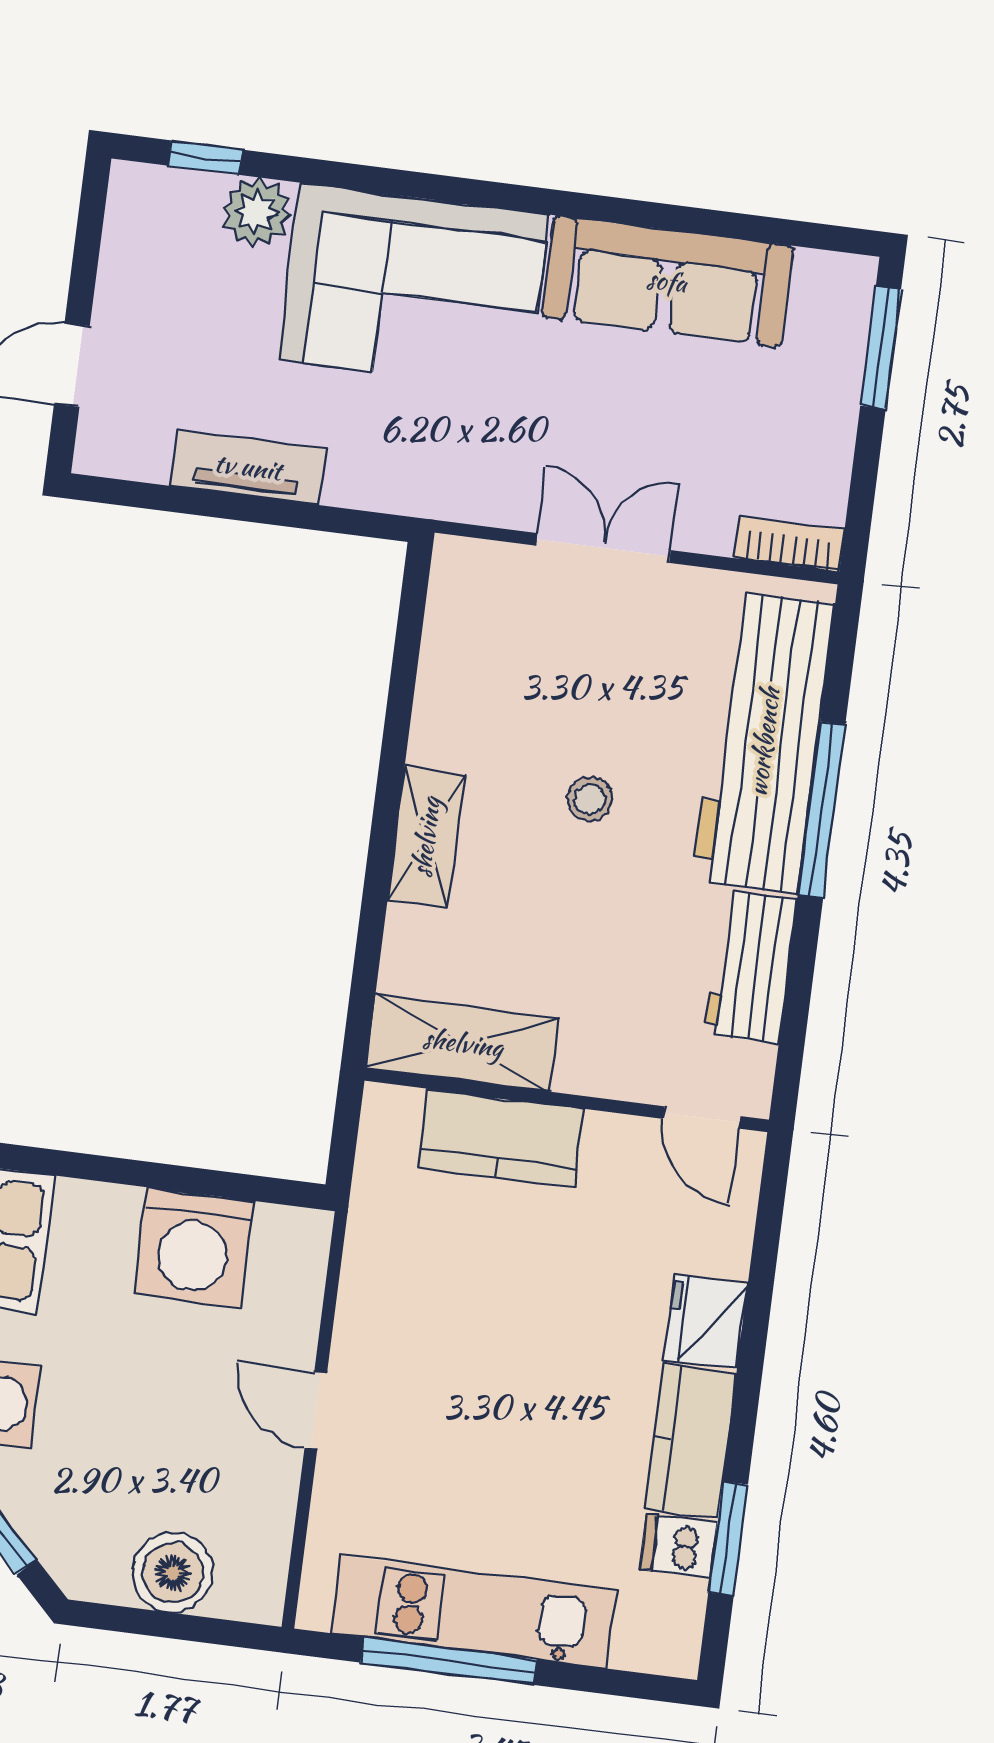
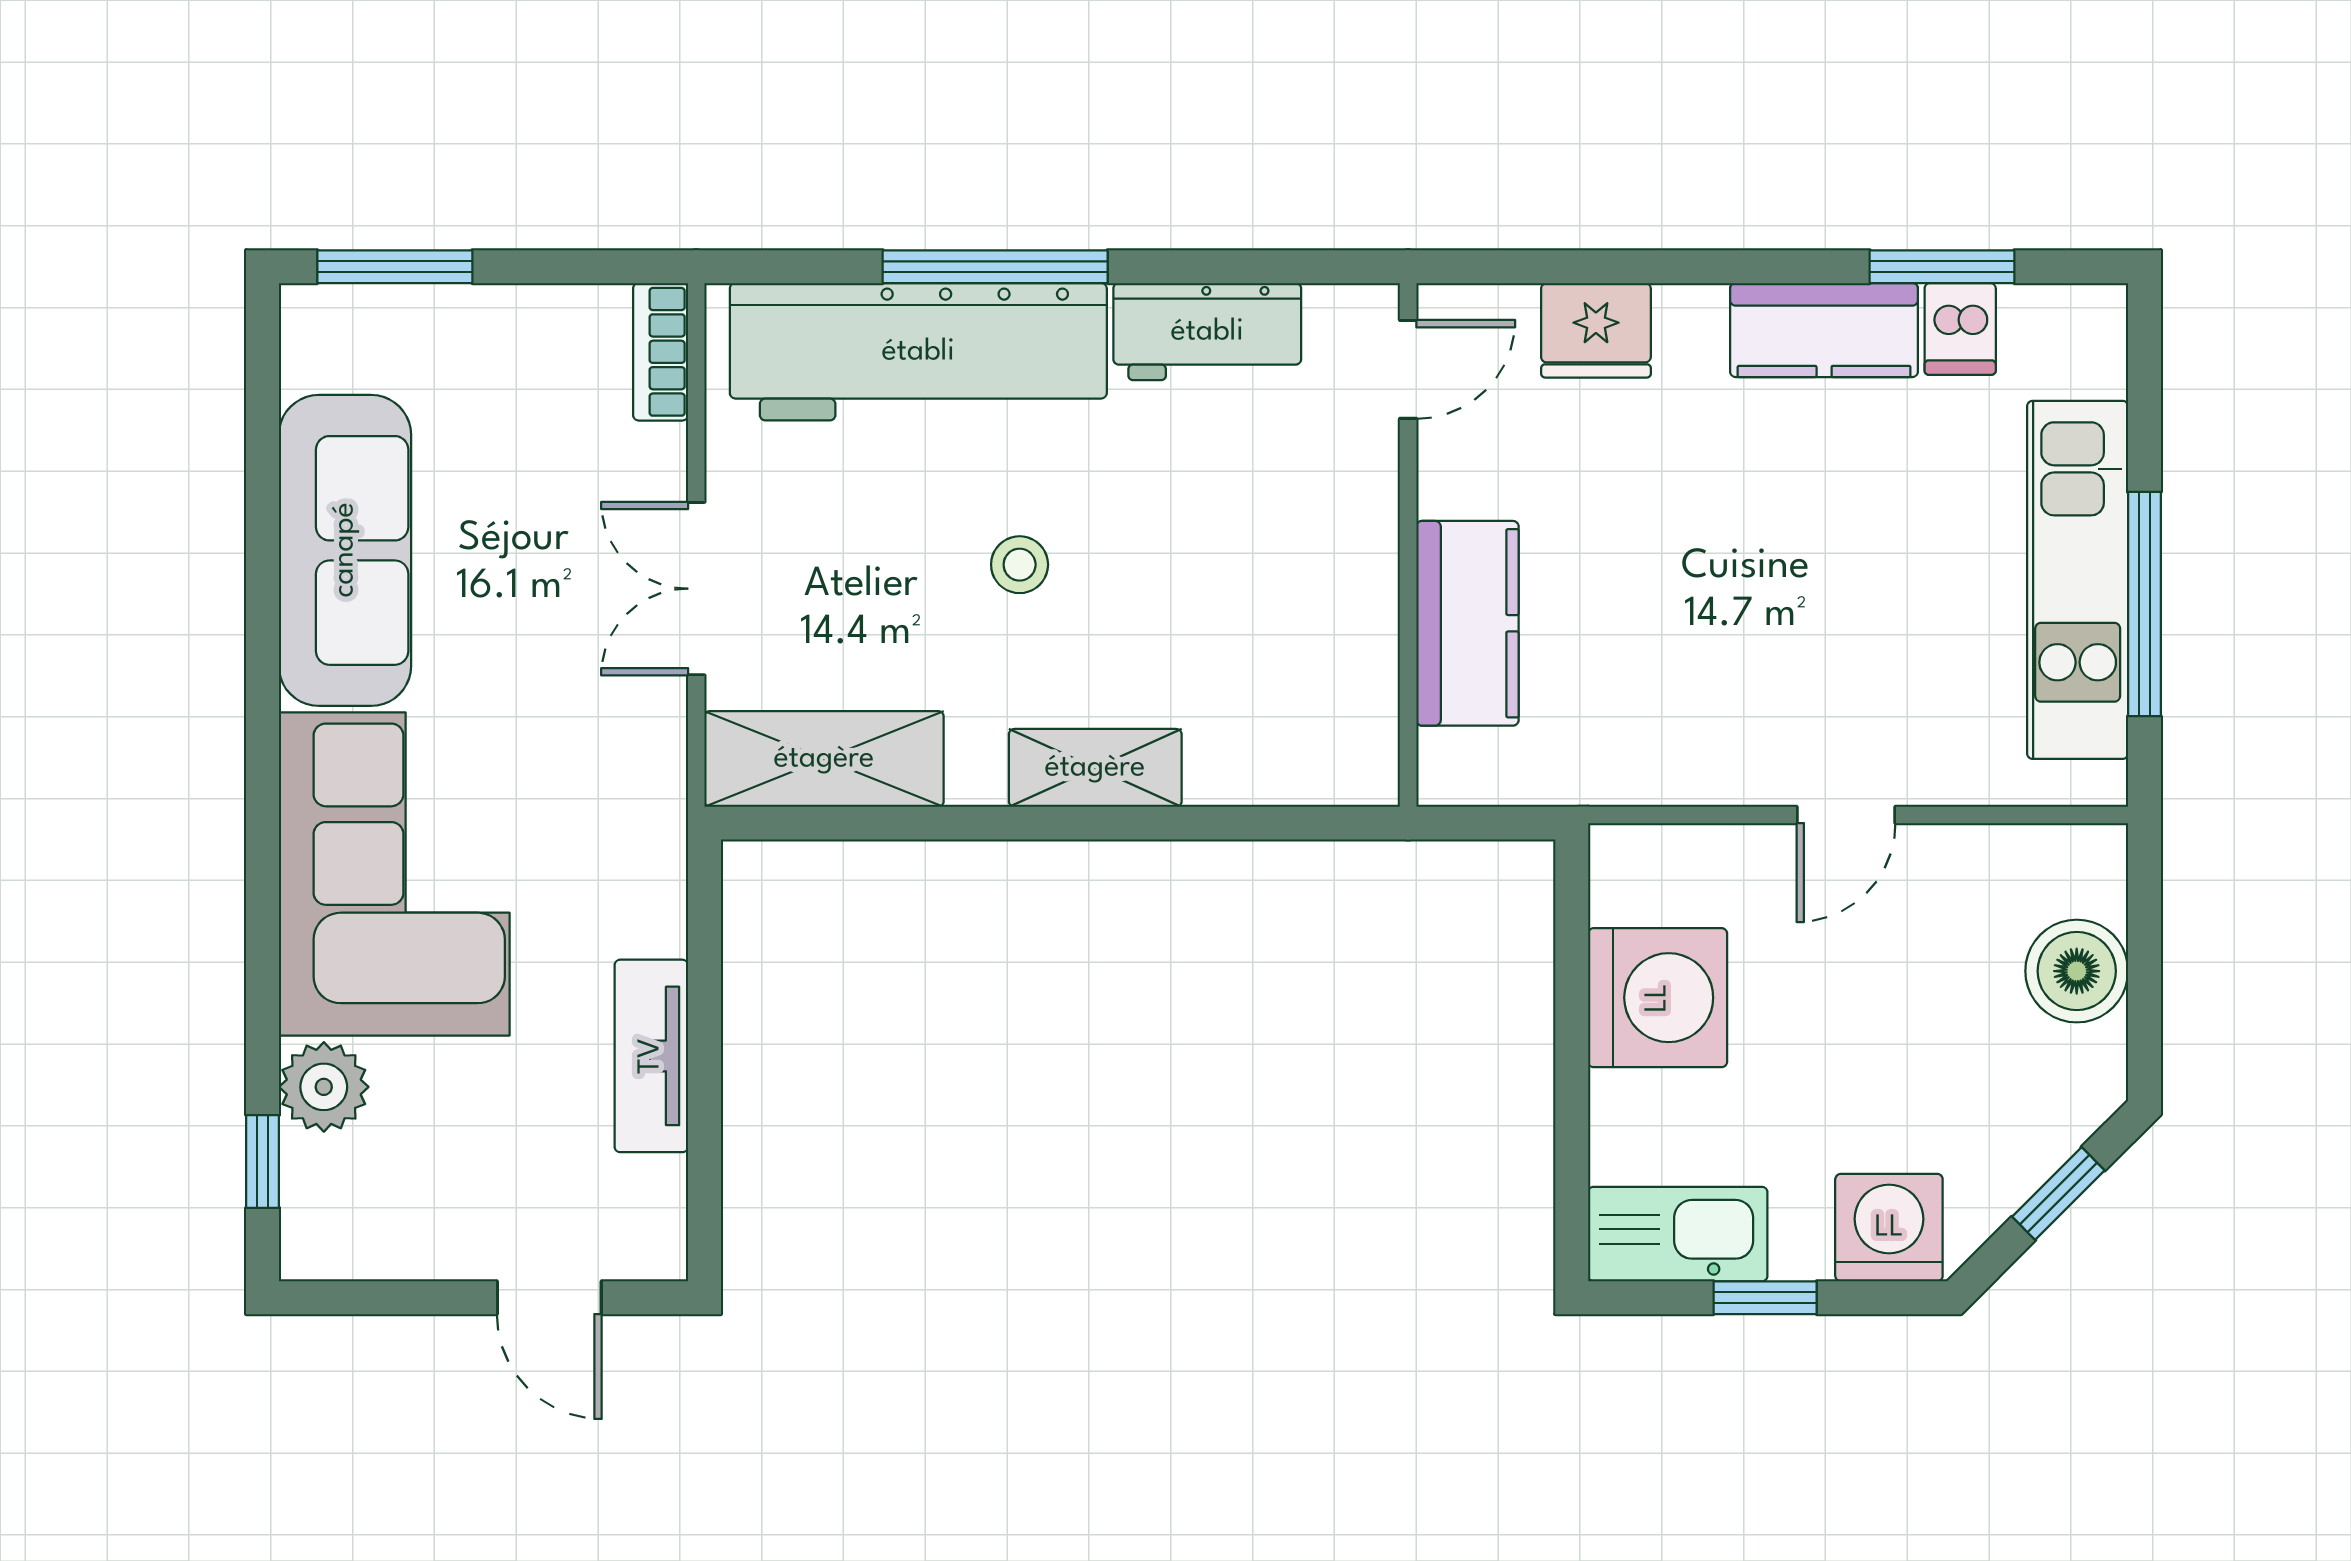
shelving: (463, 1043) -> (824, 759), moved, turned 90
fridge: (706, 1322) -> (1596, 330), moved

